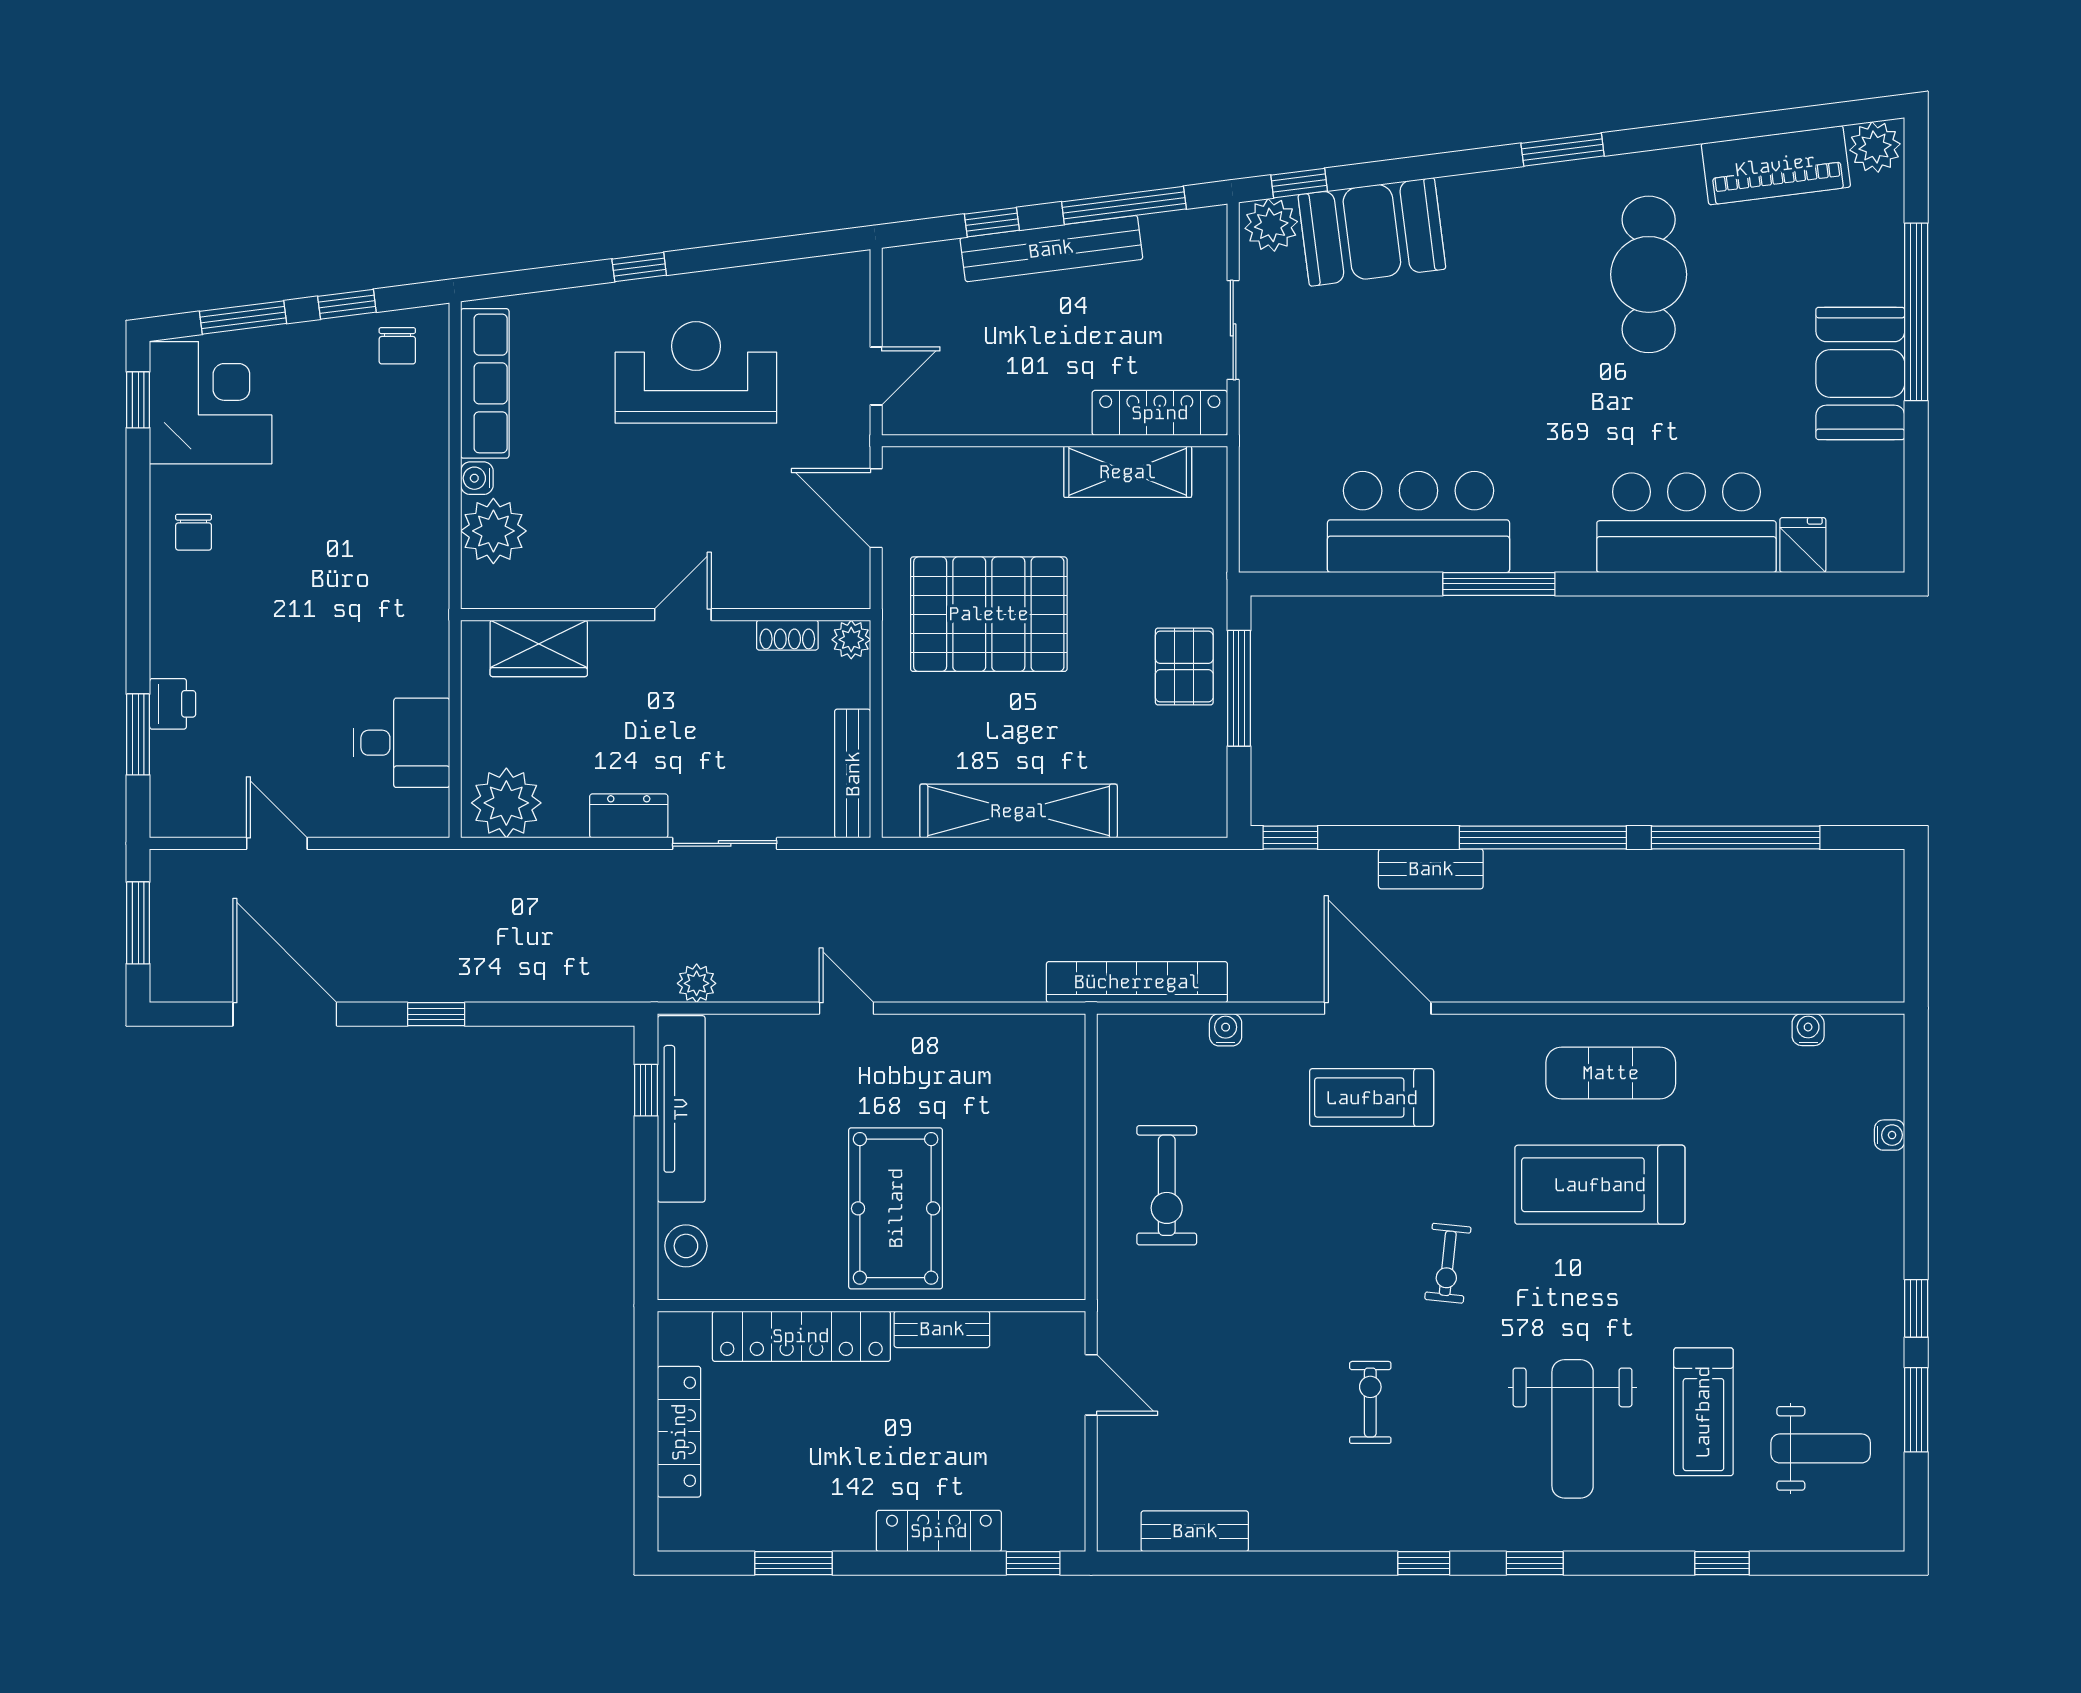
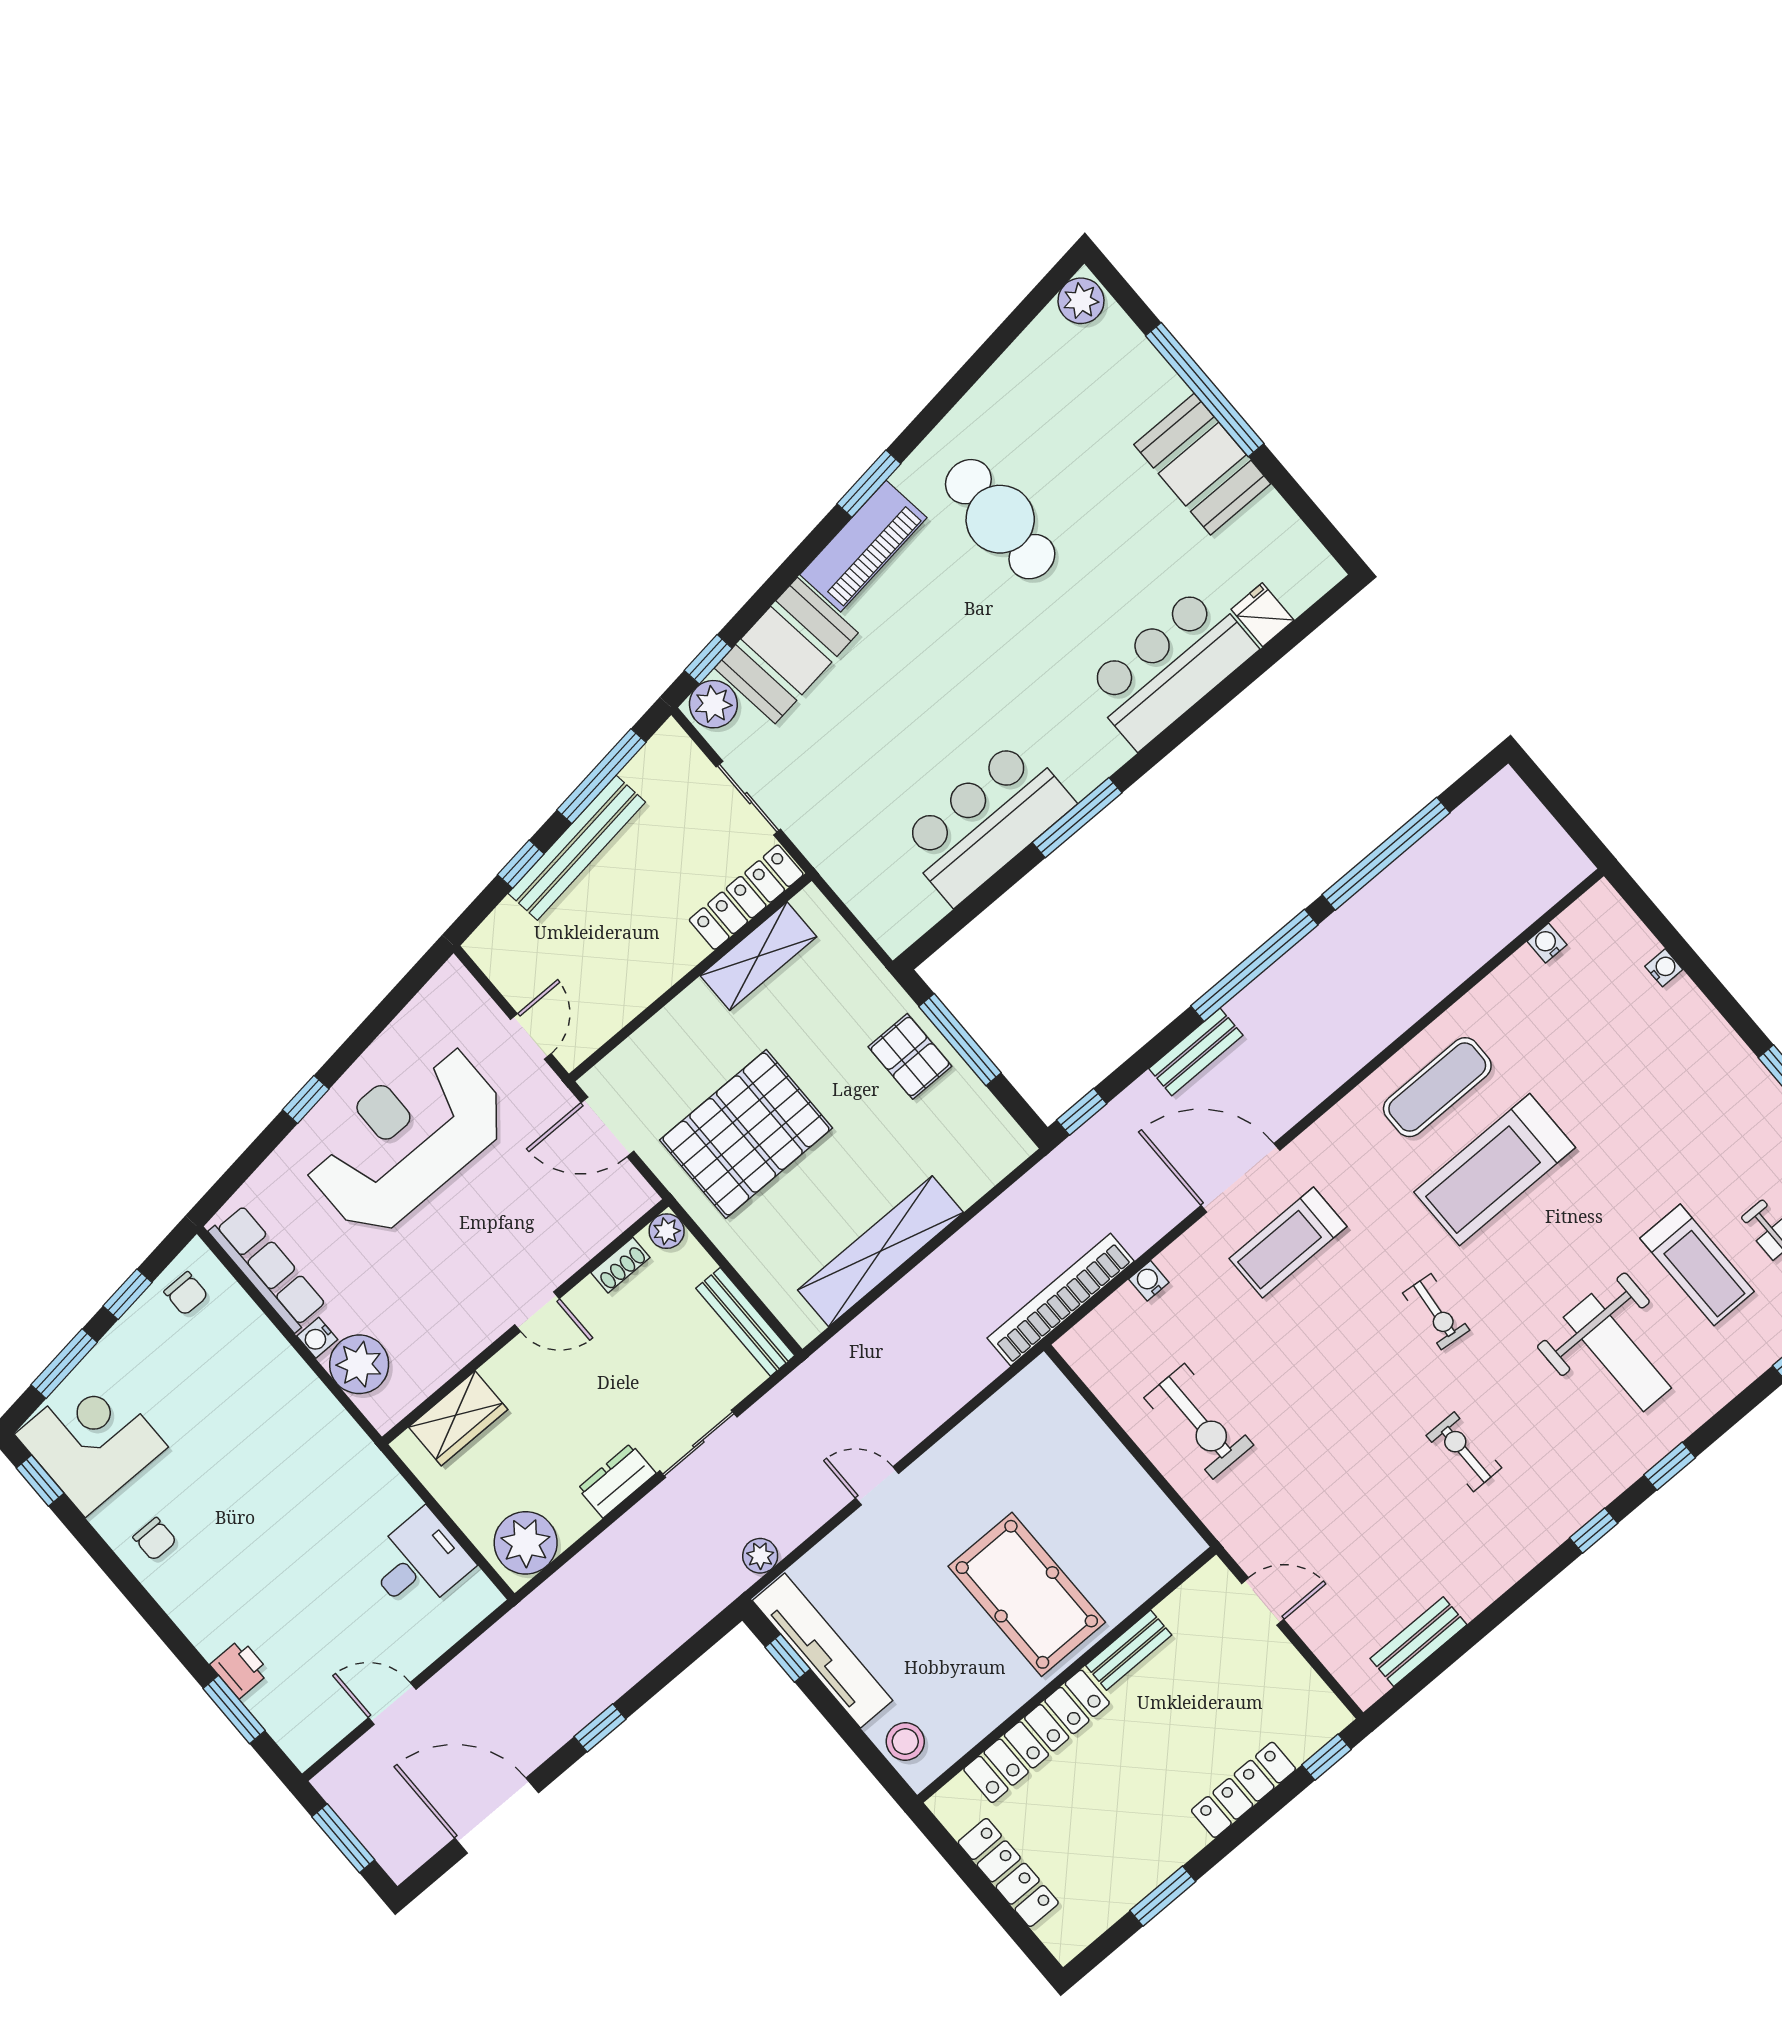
piano: (1776, 165) -> (863, 546), moved
reception desk: (696, 372) -> (406, 1139), width x1.36, depth x1.30
door: (683, 615) -> (537, 1312), swing flipped

